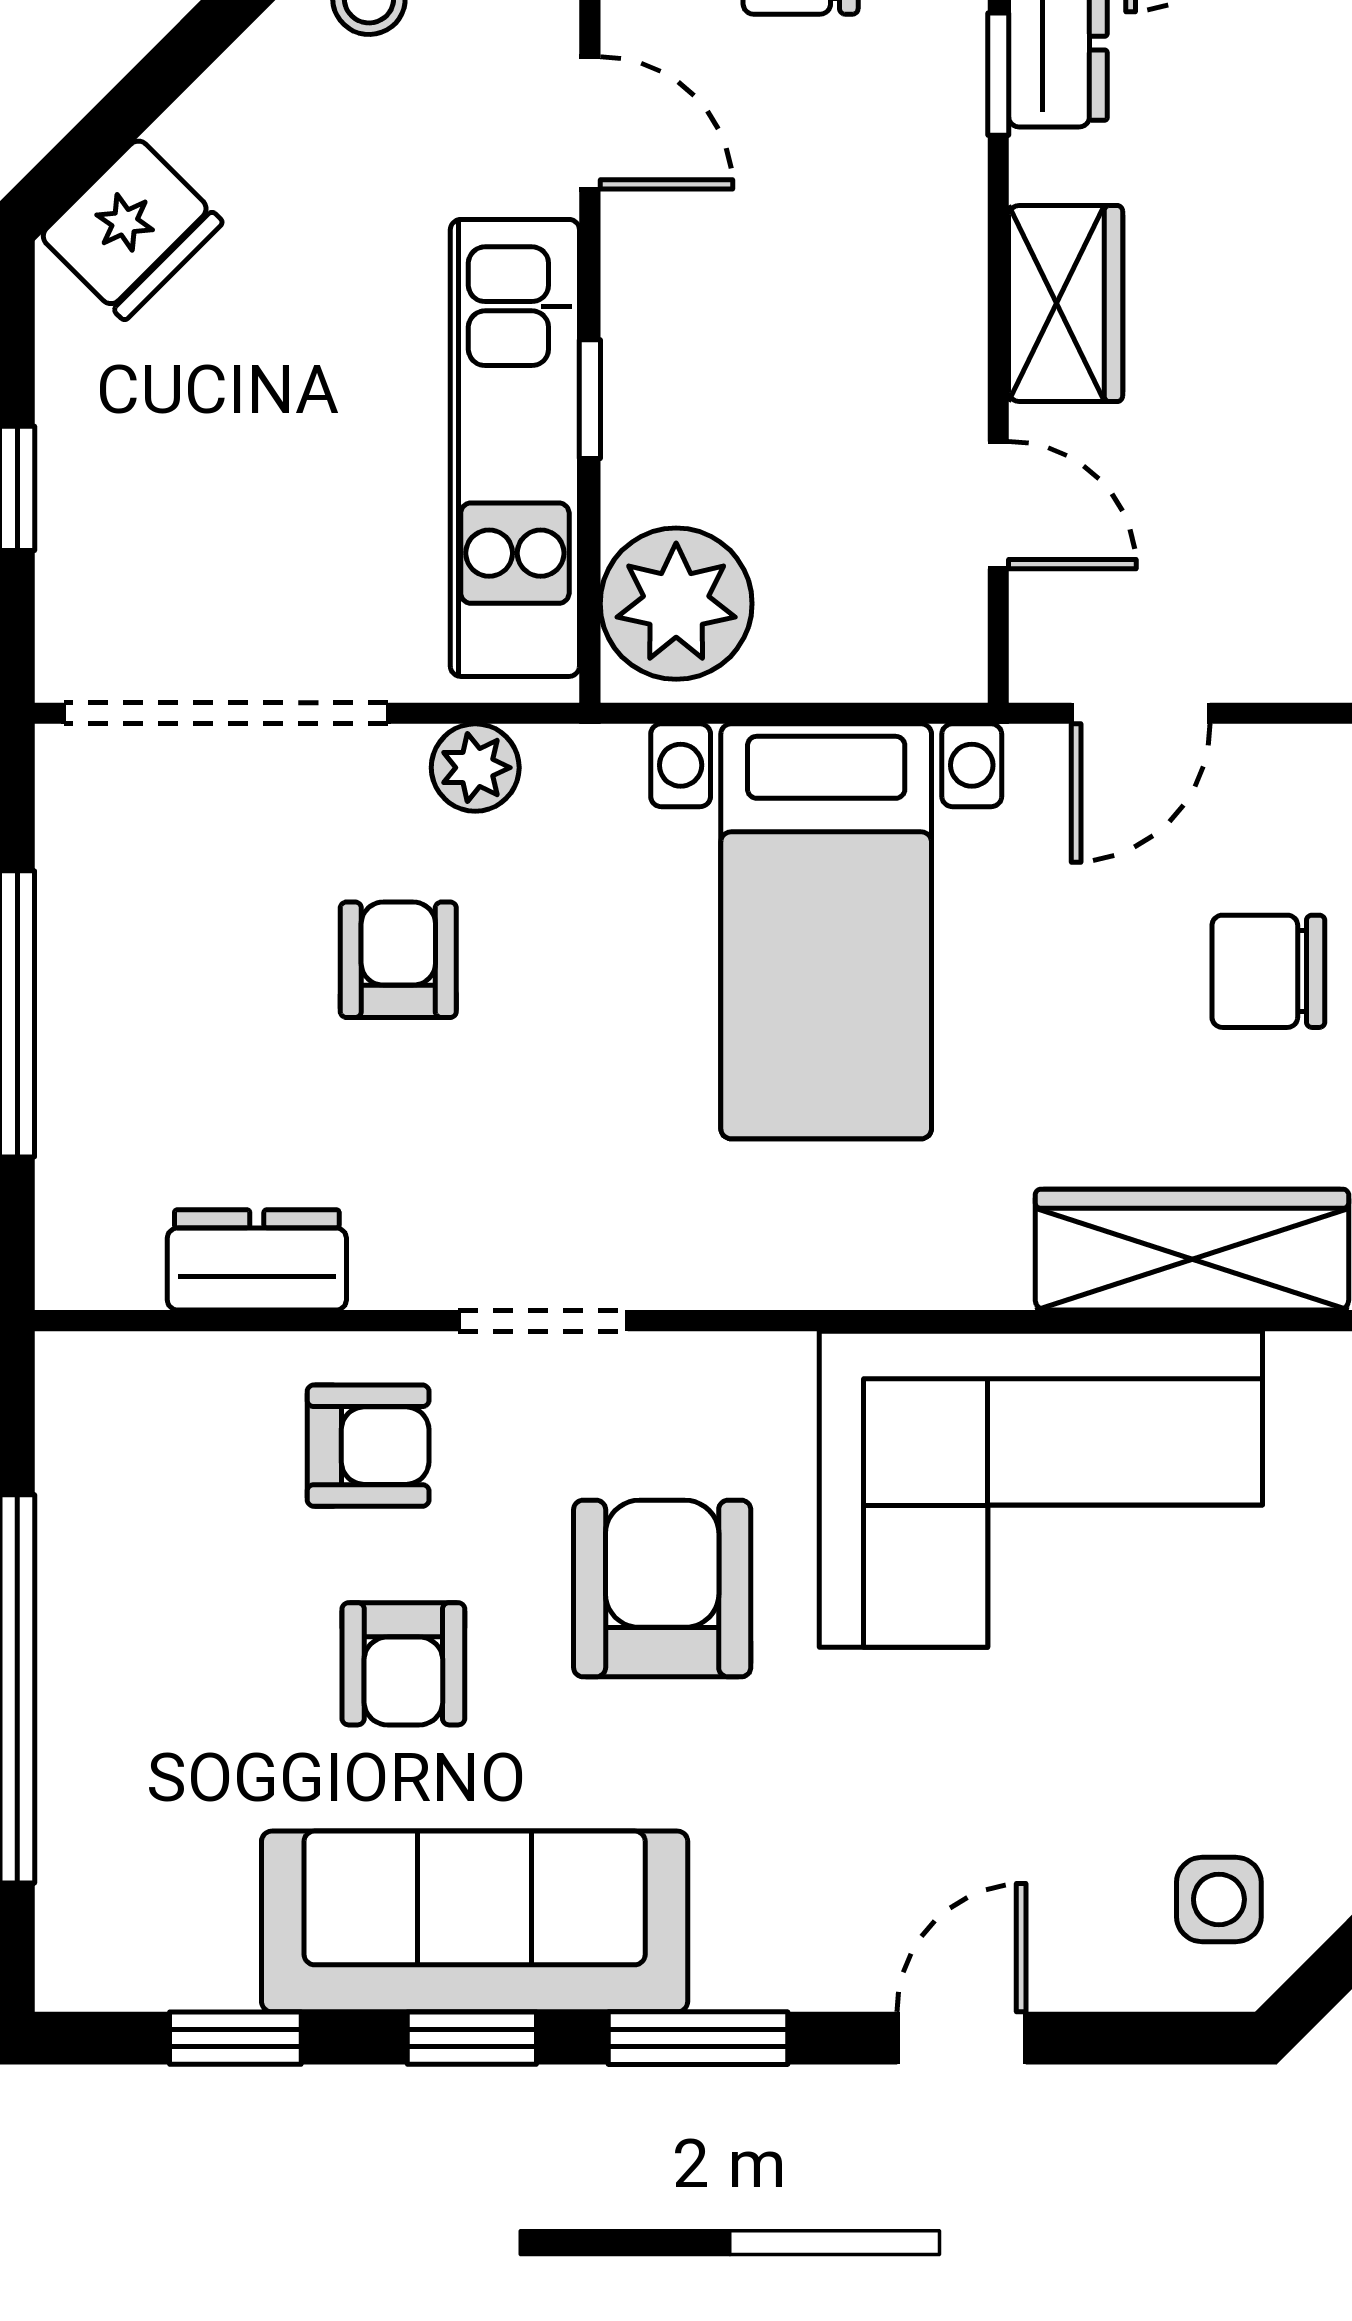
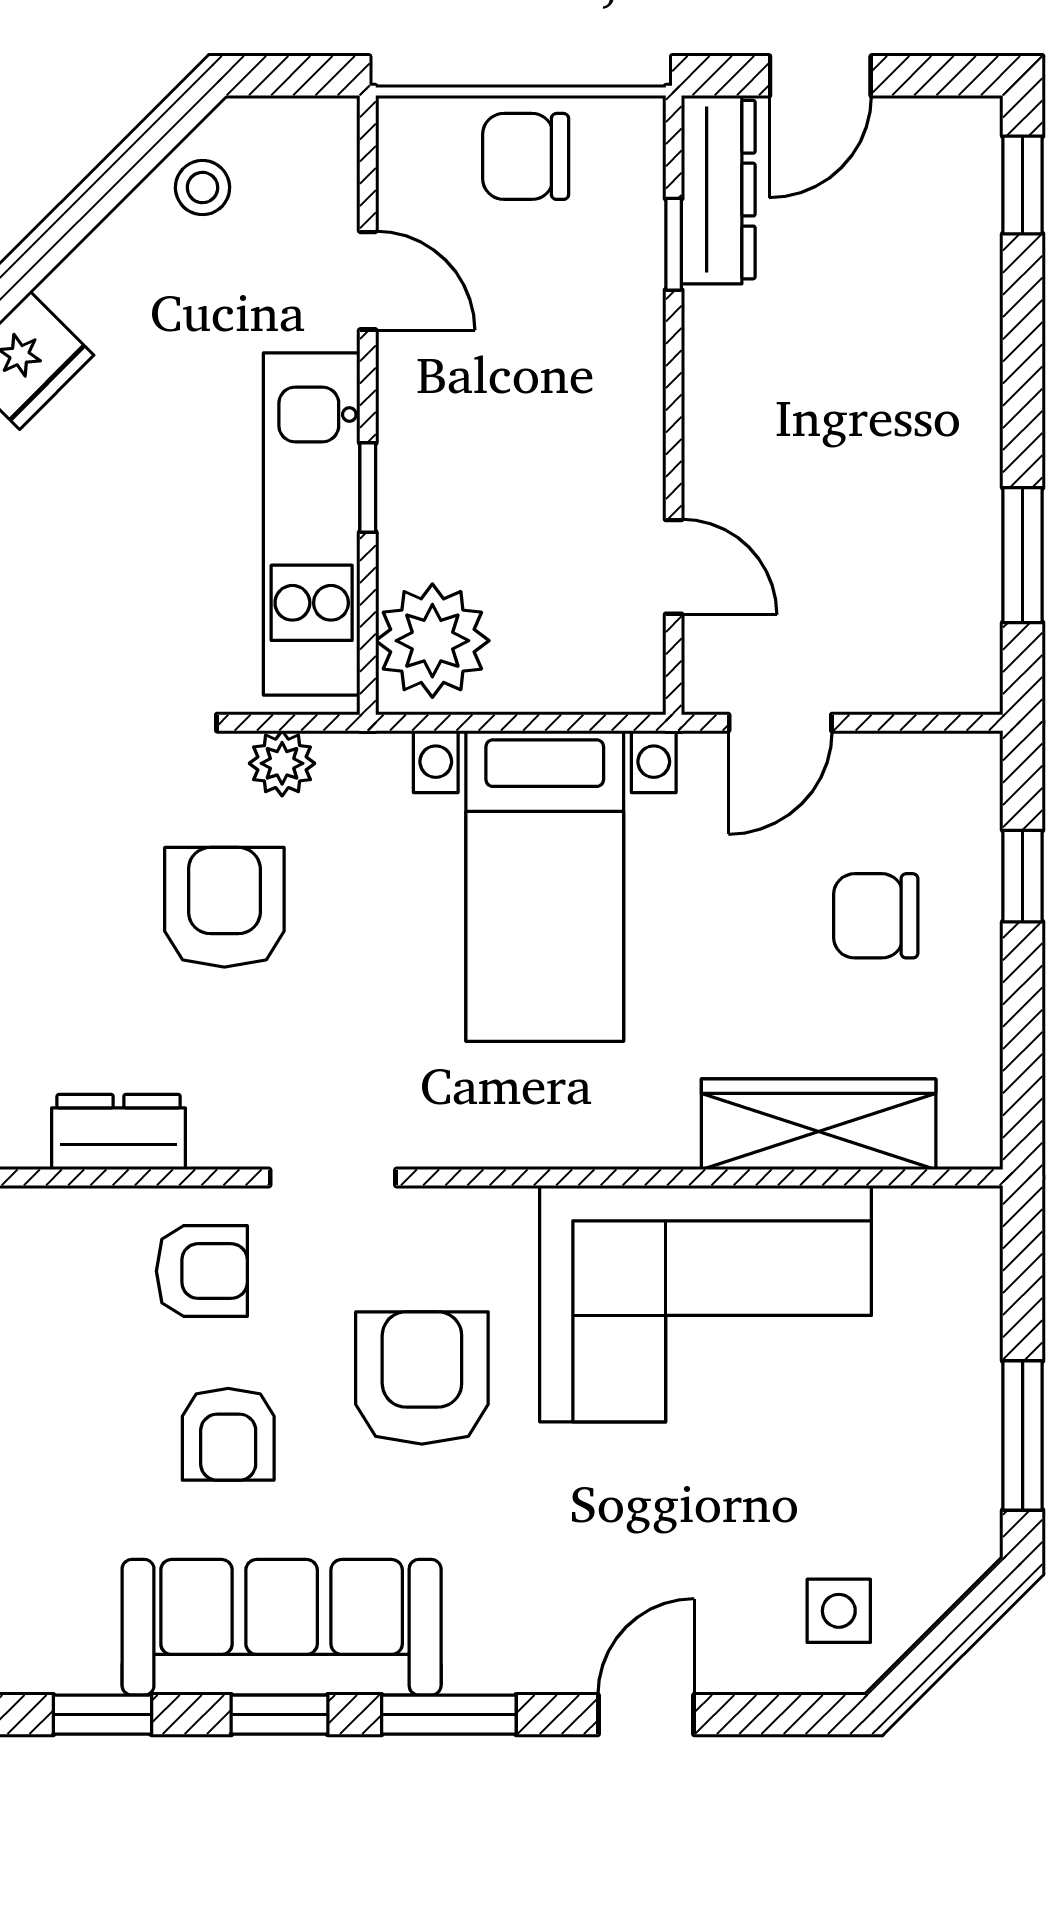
wardrobe: (1066, 304) -> (724, 416), removed
armchair: (398, 960) -> (224, 907), width x1.38, depth x1.38

